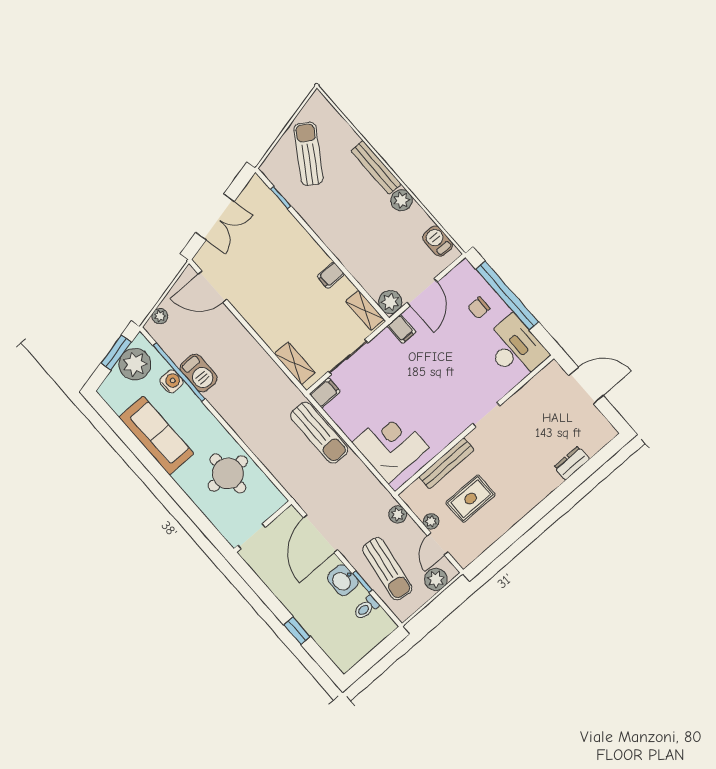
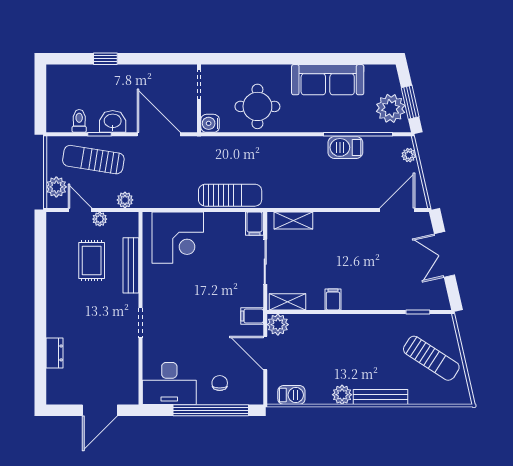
water cooler: (171, 381) -> (210, 123), moved, turned 90
sun lounger: (319, 433) -> (230, 195), turned 180

